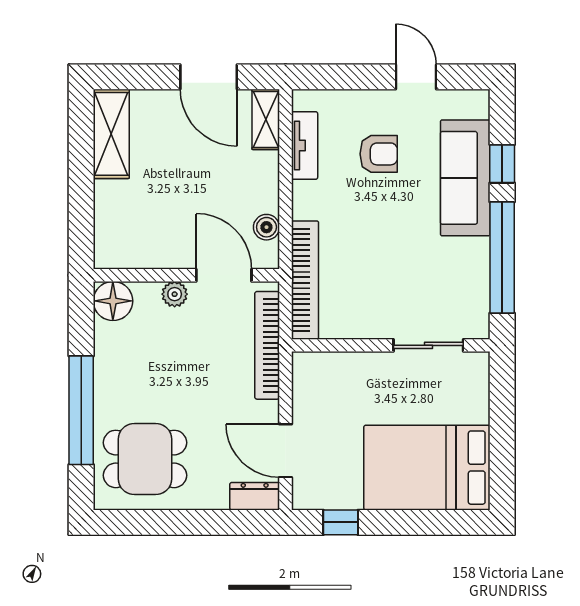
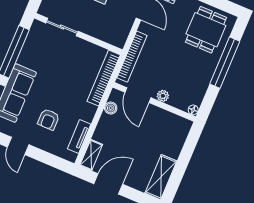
door: (209, 77) -> (108, 184), hinge flipped
armchair: (379, 154) -> (49, 119), turned -90
floor lamp: (113, 301) -> (193, 110), width x0.53, depth x0.53
dining table: (145, 459) -> (206, 30), turned 90

